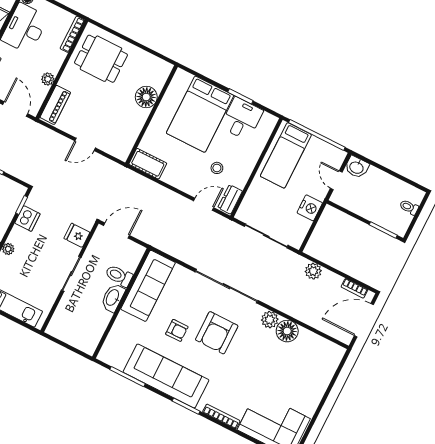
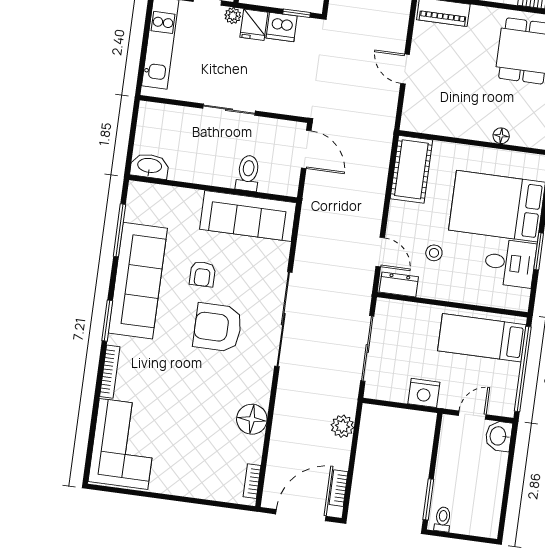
floor lamp: (146, 97) -> (501, 136), width x0.53, depth x0.53
cot: (148, 164) -> (411, 169), width x1.37, depth x1.34
toilet: (409, 207) -> (443, 519), moved
fridge: (77, 235) -> (254, 25), moved, turned 180
washbasin: (113, 298) -> (150, 166), moved
plant: (270, 320) -> (259, 391), removed
door: (364, 320) -> (301, 515), hinge flipped
bookcase: (329, 346) -> (252, 481), added

